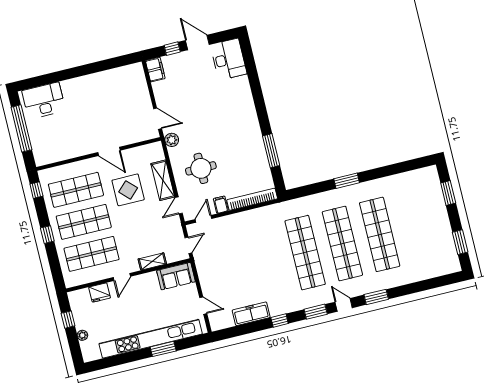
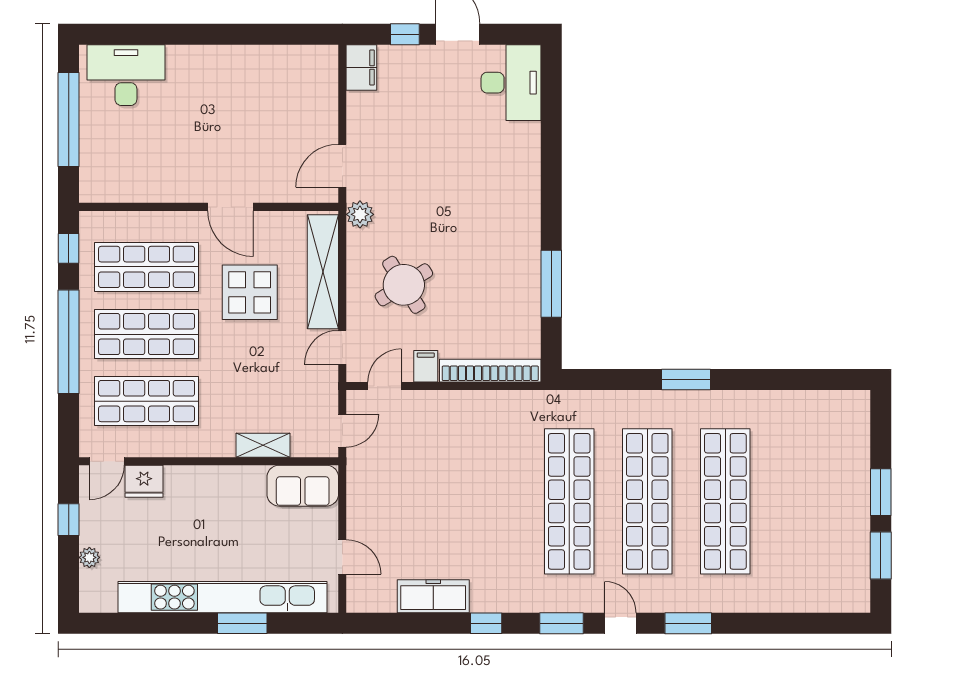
door: (158, 119) -> (342, 166), swing flipped
round table: (201, 168) -> (404, 285), turned -32
shelving: (163, 180) -> (323, 272), width x1.47
window: (448, 193) -> (881, 492), moved
window: (47, 235) -> (69, 342), width x3.17
door: (122, 277) -> (107, 461), moved

